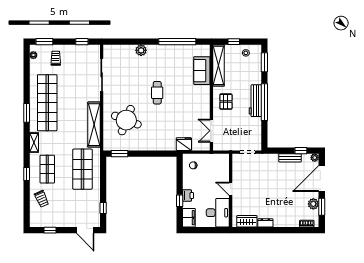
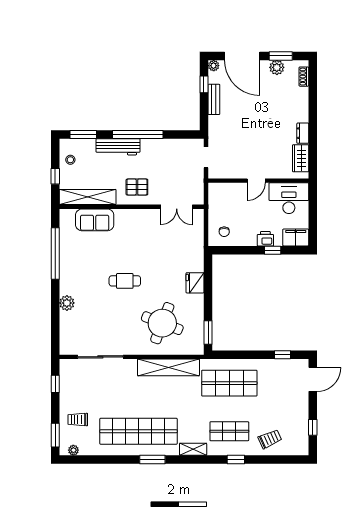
workbench: (255, 101) -> (118, 147), moved
fridge: (184, 144) -> (195, 283), moved

